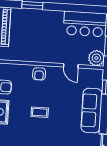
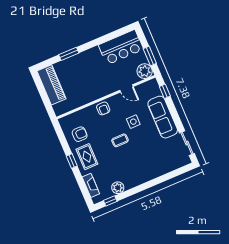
side table: (61, 101) -> (133, 122), added

